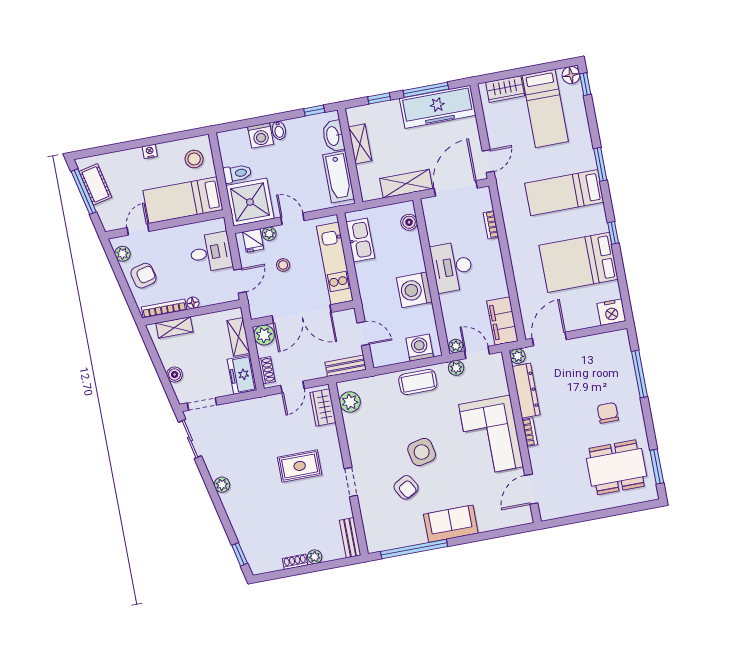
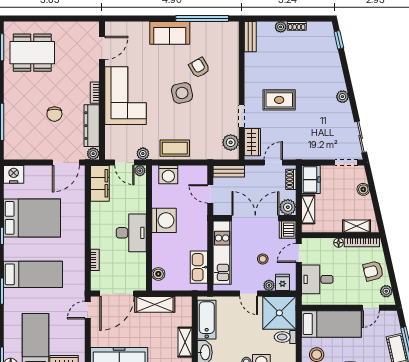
dishwasher: (259, 307) -> (288, 230), added
chair: (608, 413) -> (54, 114), moved
doorway: (351, 482) -> (242, 116), moved

